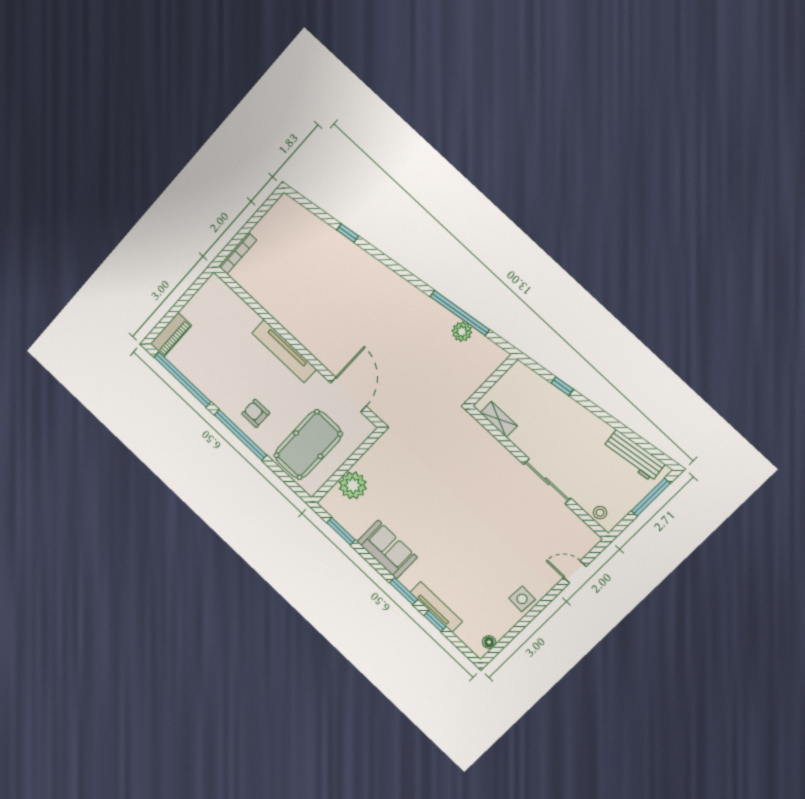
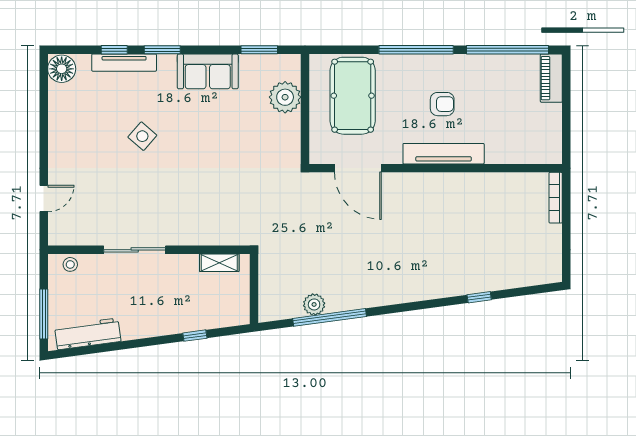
armchair: (256, 413) -> (442, 104), moved
side table: (522, 599) -> (142, 136), moved, turned 38
floor lamp: (489, 642) -> (62, 69), width x1.89, depth x1.89

